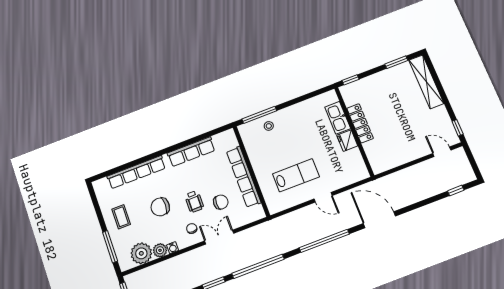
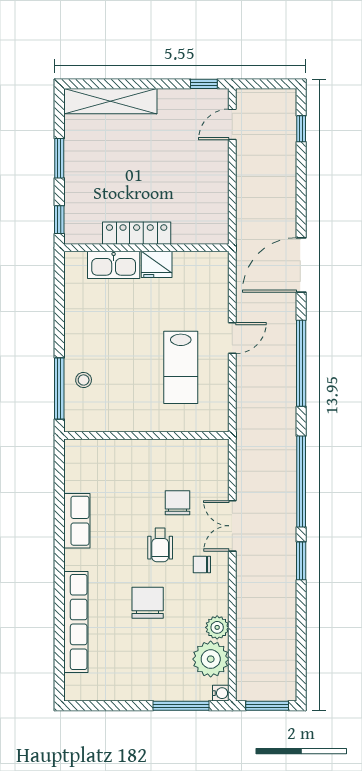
window: (396, 62) -> (59, 158), moved
row of seats: (191, 152) -> (77, 521), width x0.68
lab bench: (296, 175) -> (181, 367), turned 180
row of seats: (244, 177) -> (151, 451), removed
wheelchair: (194, 202) -> (160, 545), turned 90
chair: (160, 207) -> (148, 603), turned 180
coffee table: (121, 217) -> (139, 671), removed
water cooler: (173, 248) -> (221, 693), moved

